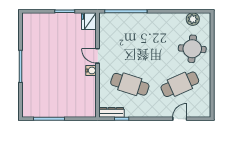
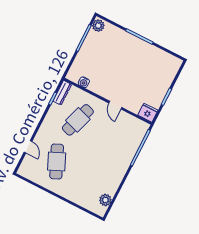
round table: (192, 49) -> (81, 187), removed
door: (98, 56) -> (115, 105), swing flipped
water cooler: (91, 70) -> (84, 82), moved
plant: (30, 111) -> (98, 26), added

